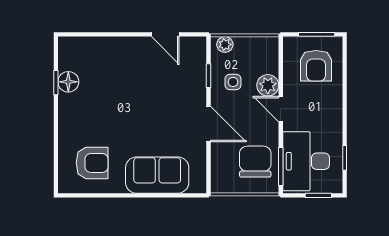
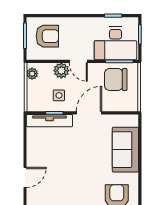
door: (165, 34) -> (25, 177), moved
plant: (225, 44) -> (32, 74), moved
tv unit: (198, 69) -> (49, 121), added
door: (281, 109) -> (78, 61), hinge flipped

